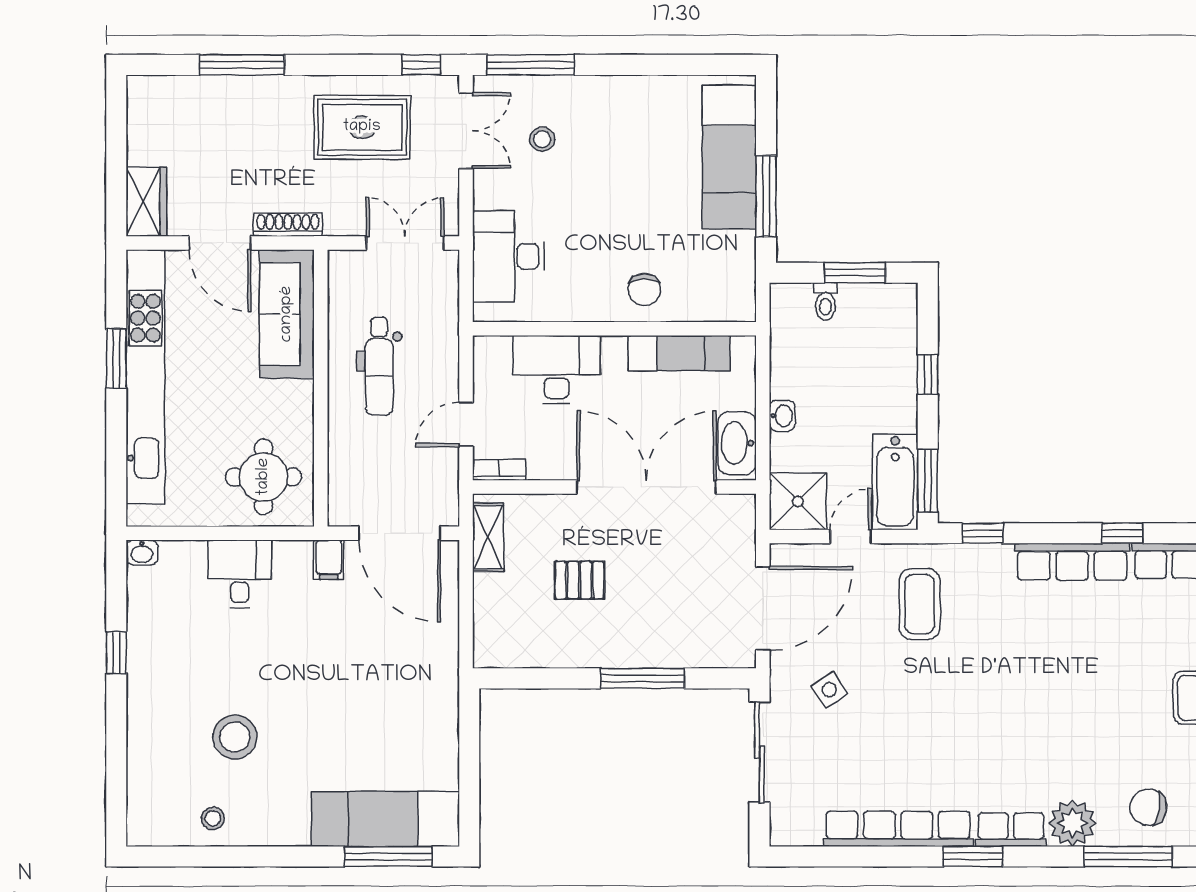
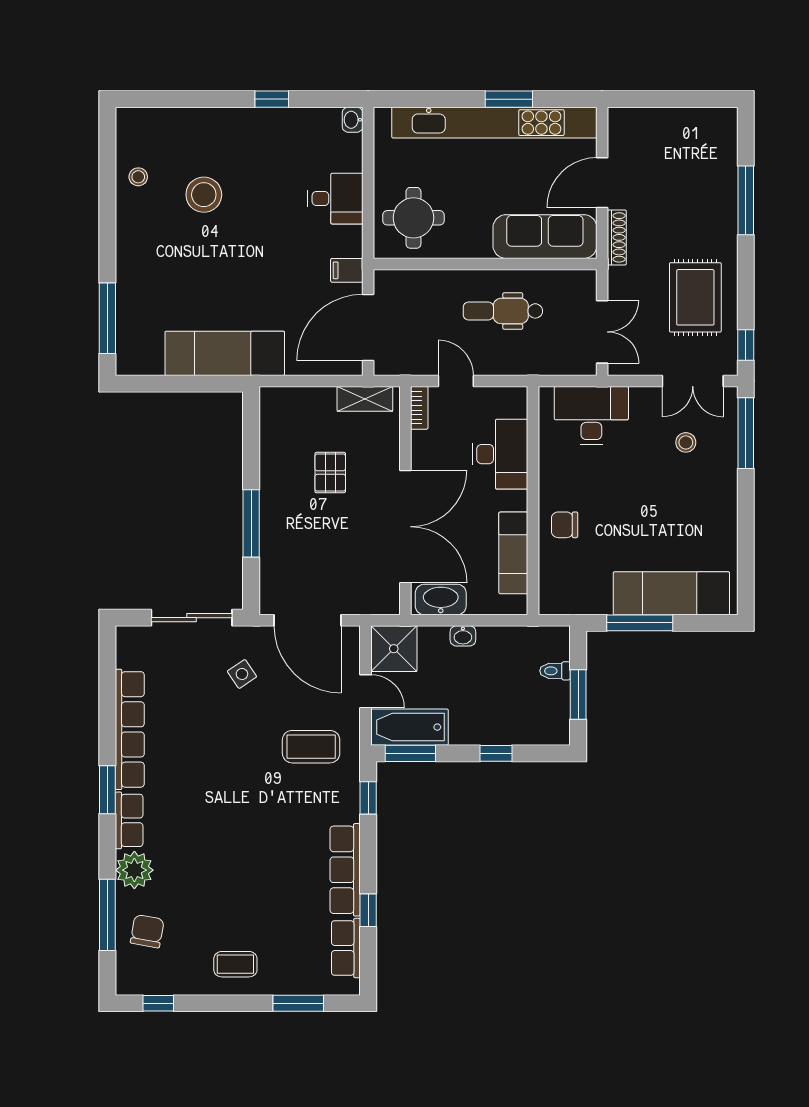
wardrobe: (146, 202) -> (635, 123), removed
exam couch: (385, 819) -> (225, 353), moved, turned -90

